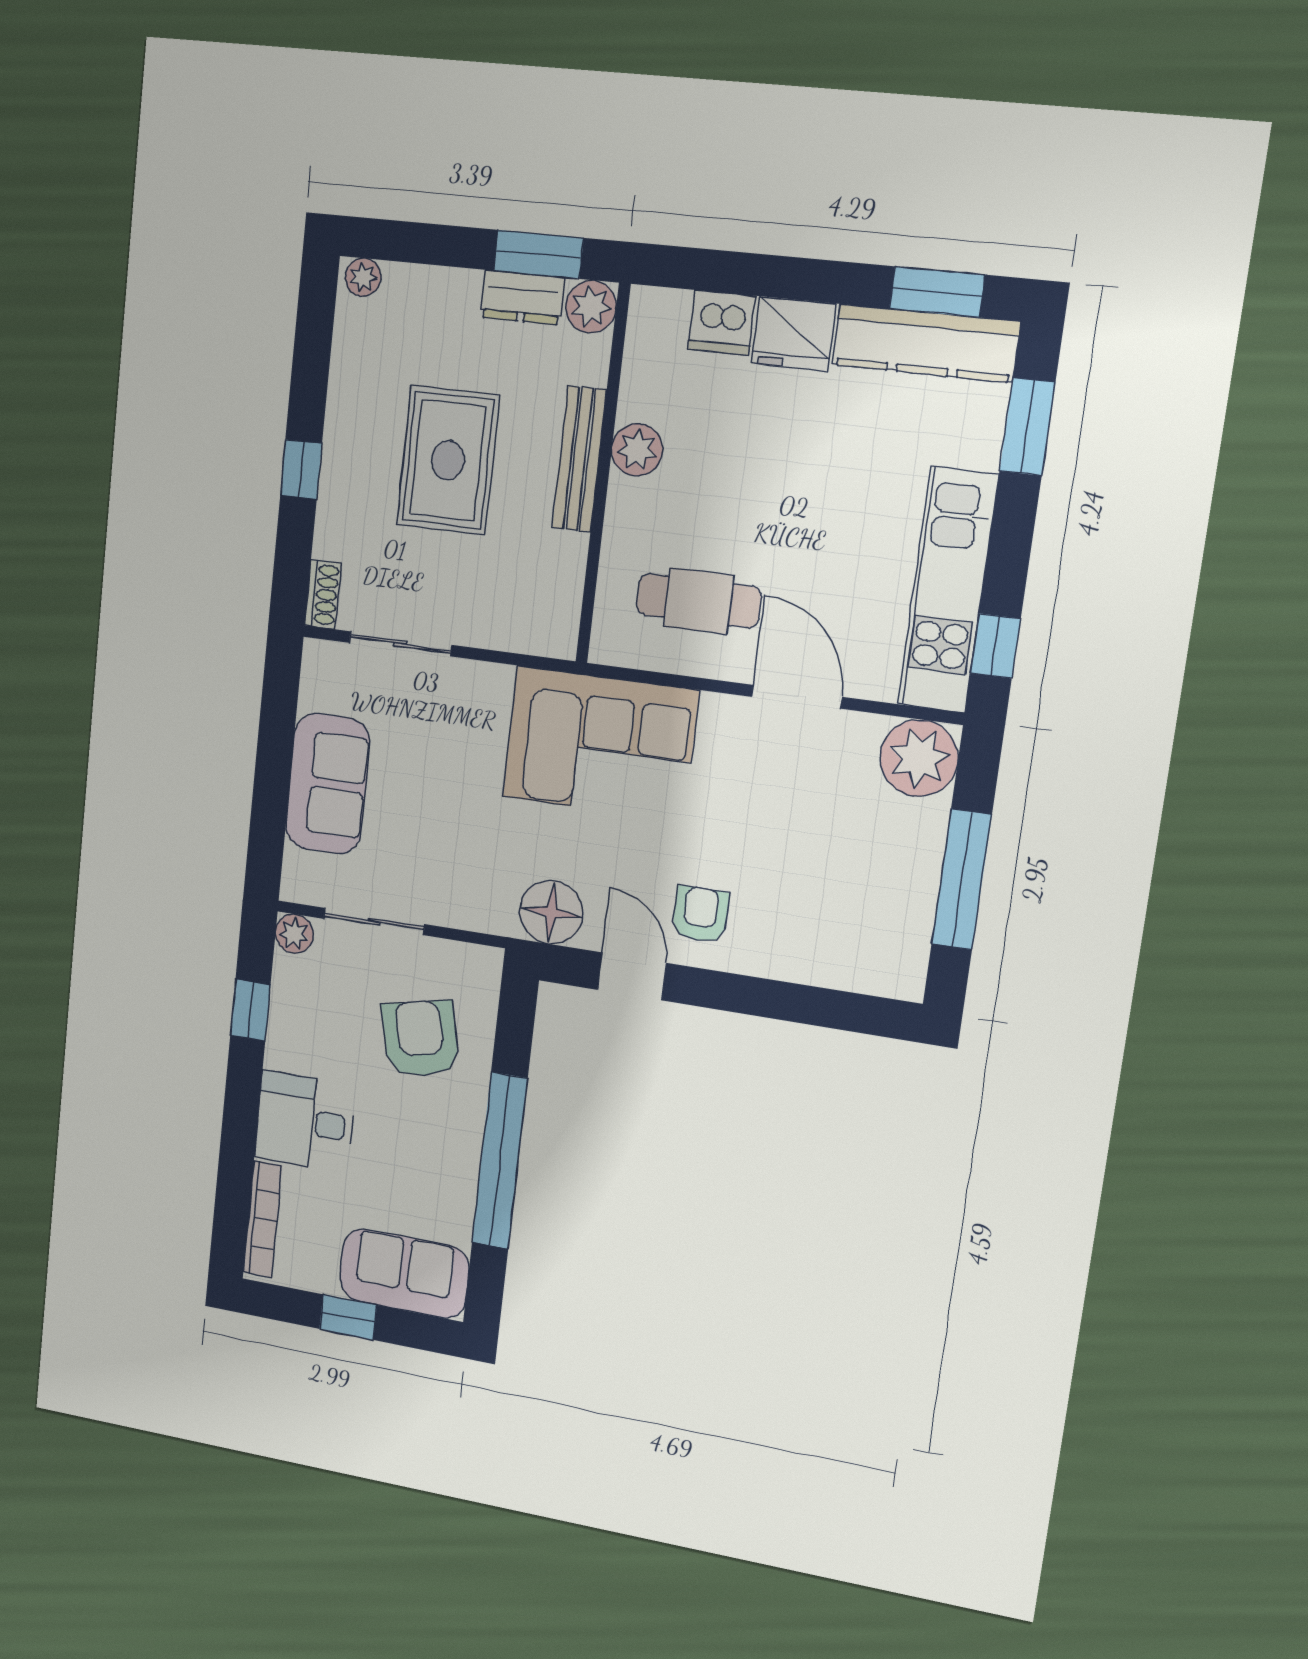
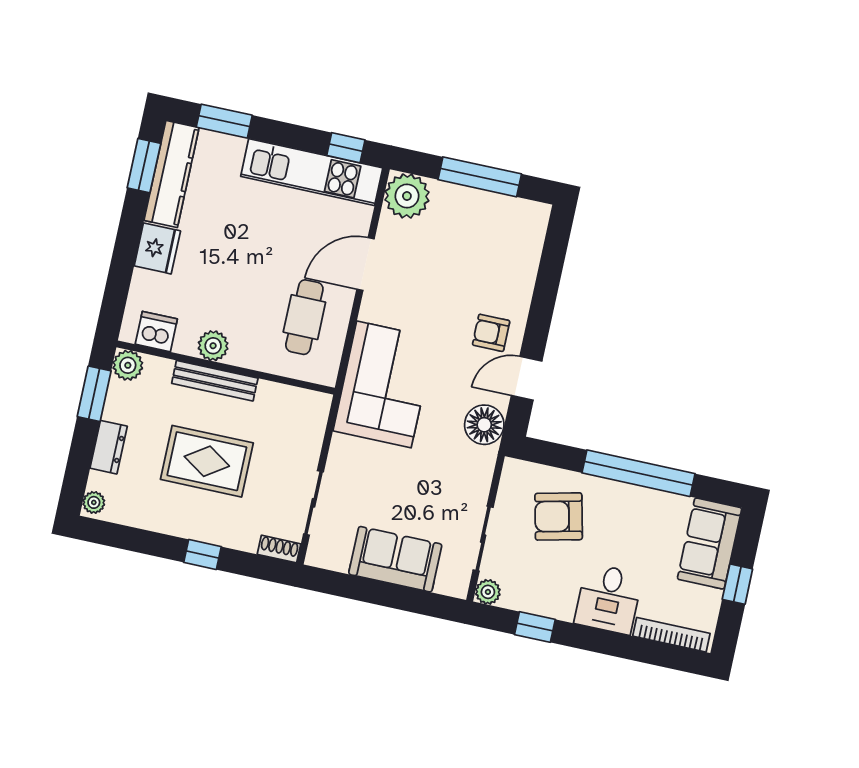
dresser: (522, 298) -> (109, 447), moved
dishwasher: (722, 323) -> (156, 332), moved, turned -90

